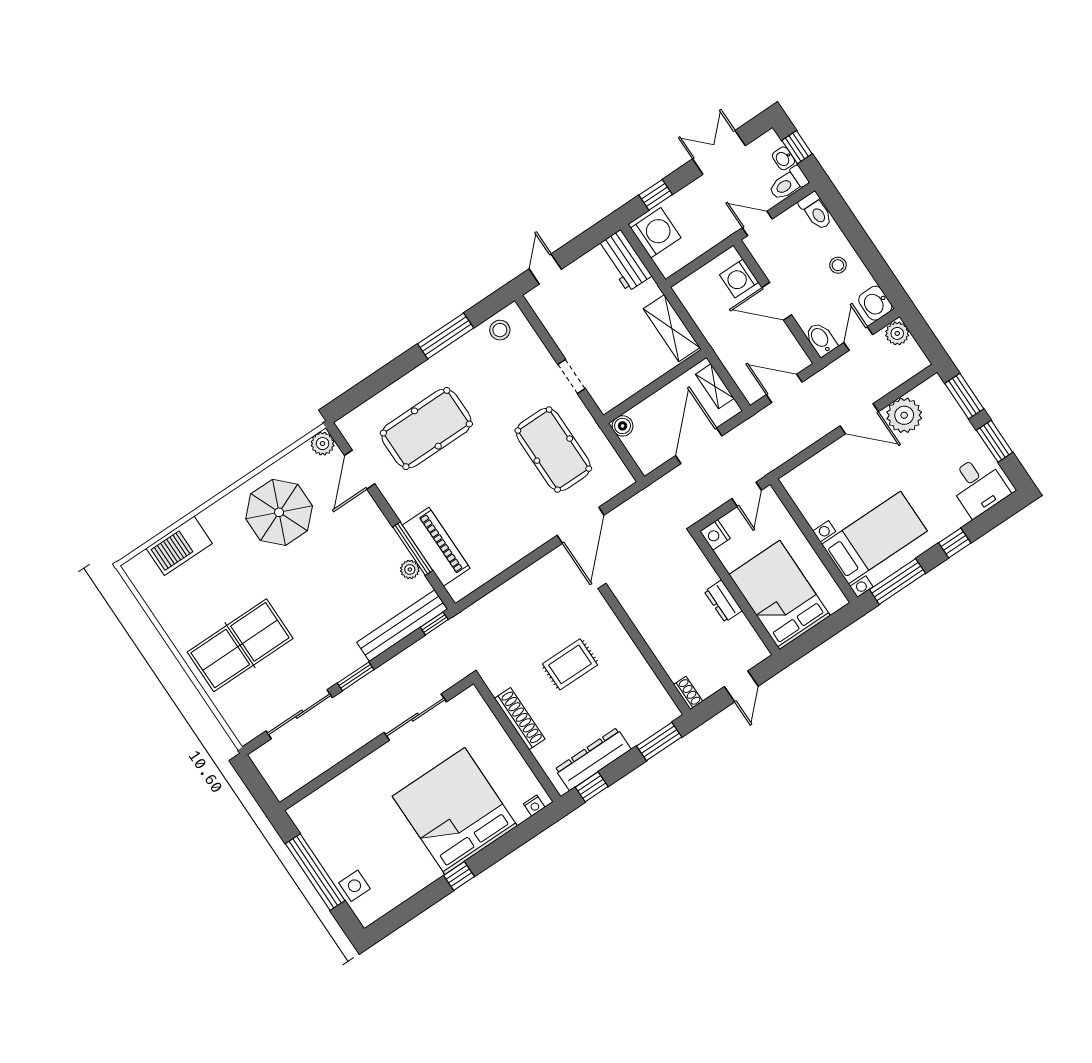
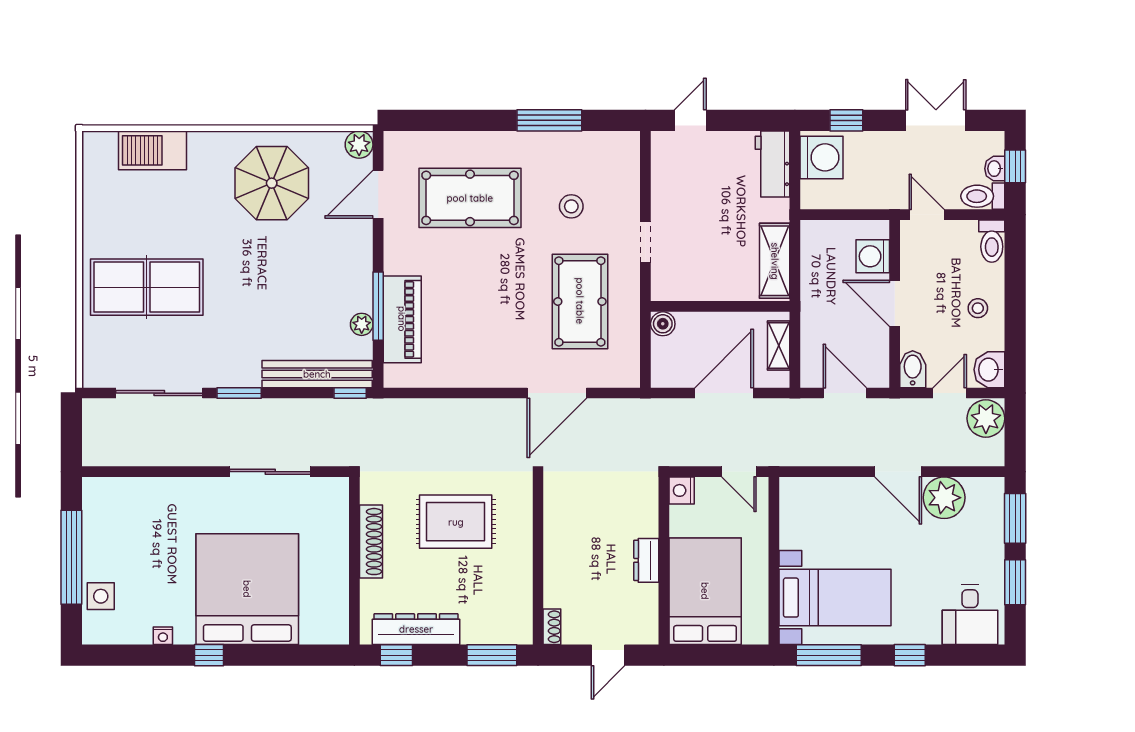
stool: (500, 330) -> (571, 206), moved
plant: (897, 333) -> (986, 418), width x1.36, depth x1.36
door: (747, 494) -> (739, 472), hinge flipped
rug: (570, 664) -> (456, 522), width x1.36, depth x1.43
nightstand: (534, 806) -> (163, 636), moved

